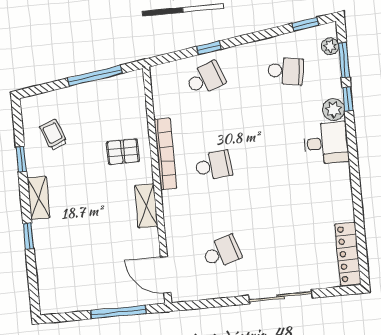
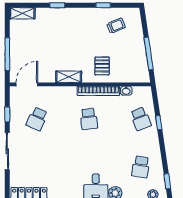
washbasin: (161, 107) -> (126, 91), added
shelving: (38, 198) -> (22, 13), moved
school desk: (222, 252) -> (37, 119), turned 42
window: (219, 303) -> (7, 114), added

